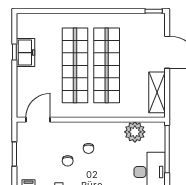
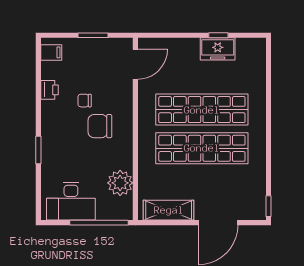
door: (38, 120) -> (135, 64), hinge flipped
chair: (88, 148) -> (100, 126), width x1.87, depth x1.87

